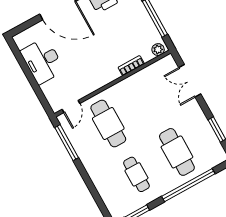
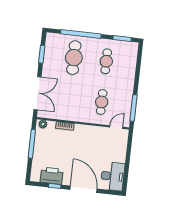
desk: (43, 61) -> (113, 176), moved
double door: (190, 81) -> (37, 93), width x1.37
cafe table: (108, 124) -> (102, 102), width x0.73, depth x0.74

